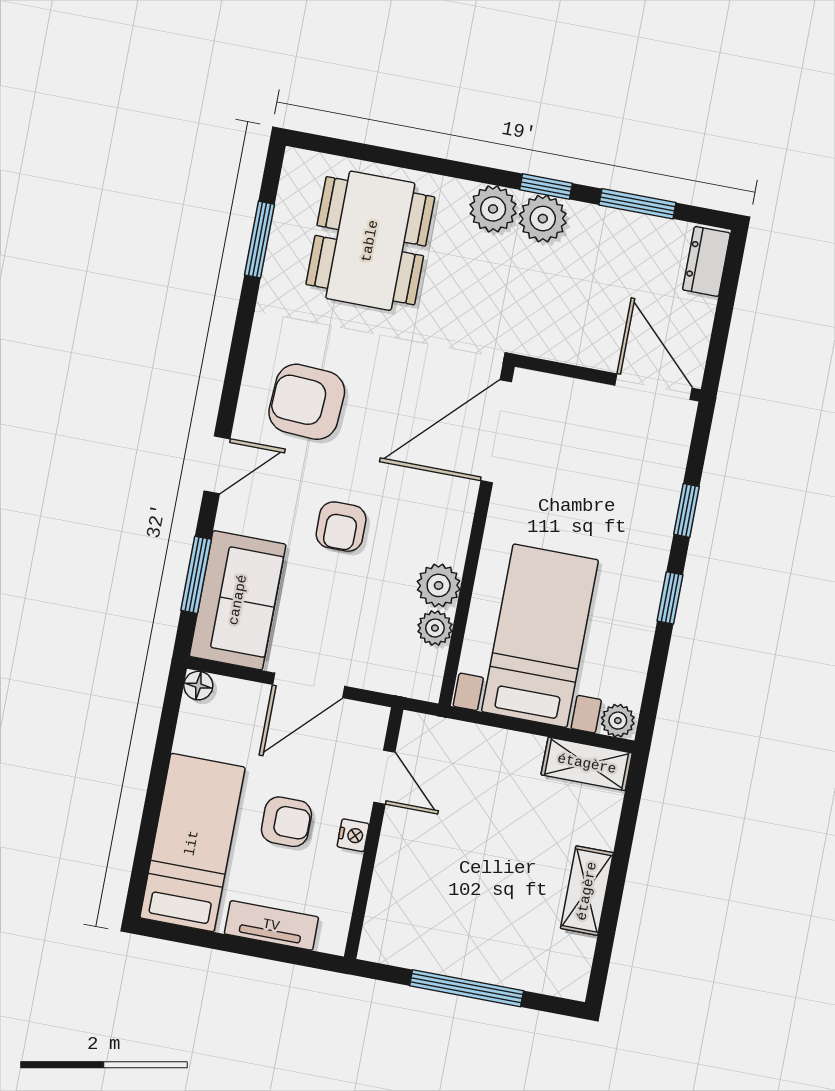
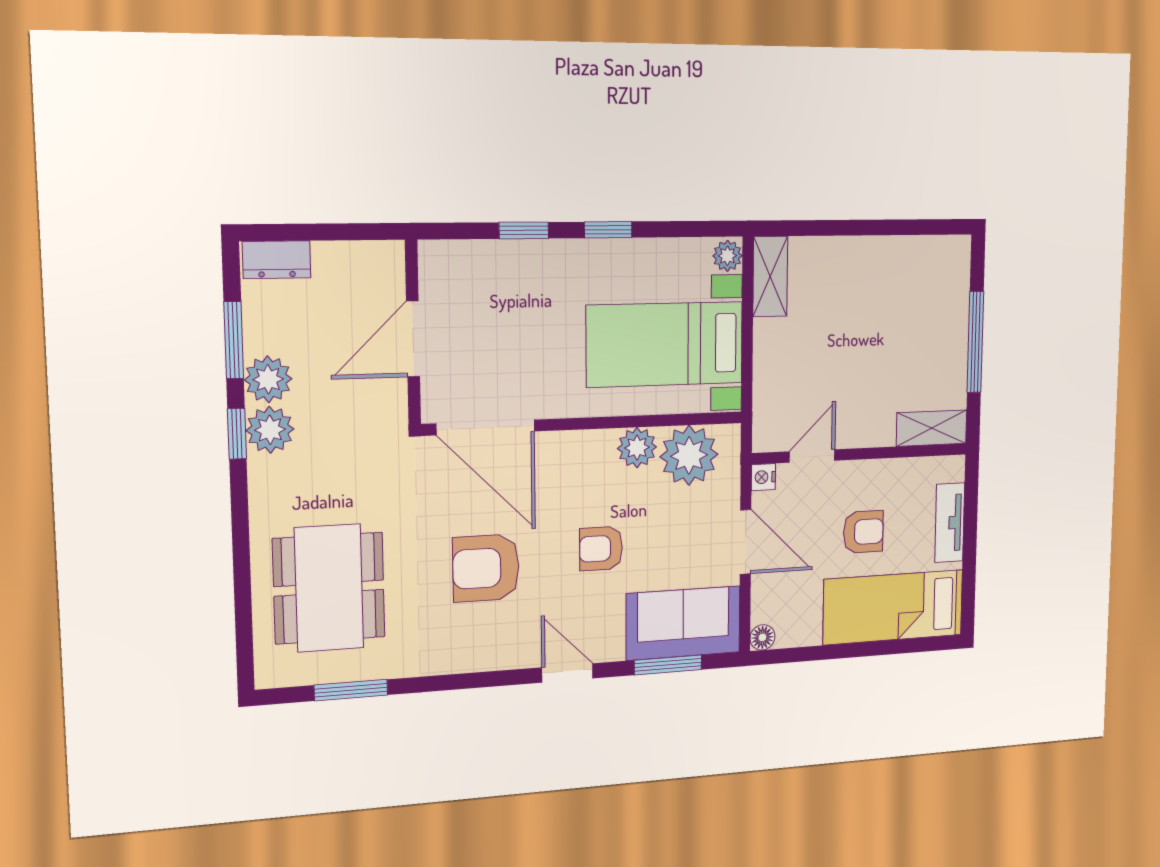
plant: (493, 209) -> (268, 379), moved
dining table: (370, 241) -> (329, 588), turned 90
door: (653, 387) -> (413, 339), moved
armchair: (307, 402) -> (486, 568), moved, turned 87
armchair: (341, 527) -> (601, 549), turned 180
plant: (435, 628) -> (689, 455), width x1.87, depth x1.87
armchair: (286, 822) -> (863, 532), turned 90
nightstand: (353, 835) -> (763, 477), moved, turned -90
shelving: (587, 891) -> (932, 428), moved

